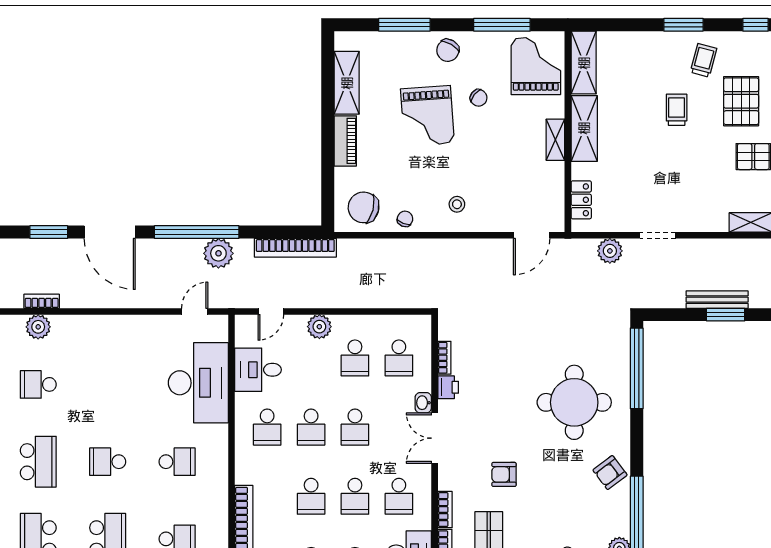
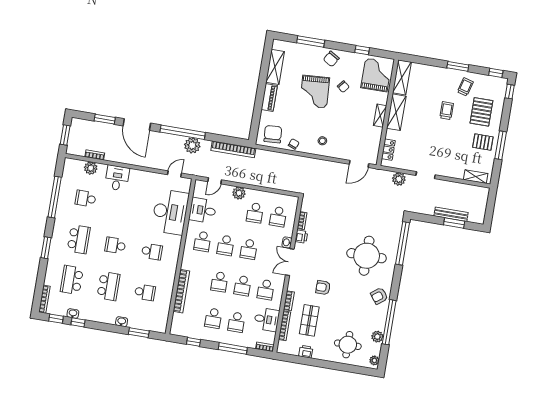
window: (502, 25) -> (362, 50), width x0.46
chair: (364, 207) -> (273, 134), turned 72
desk: (90, 337) -> (117, 178), added

